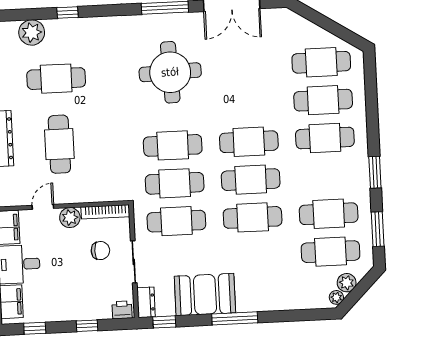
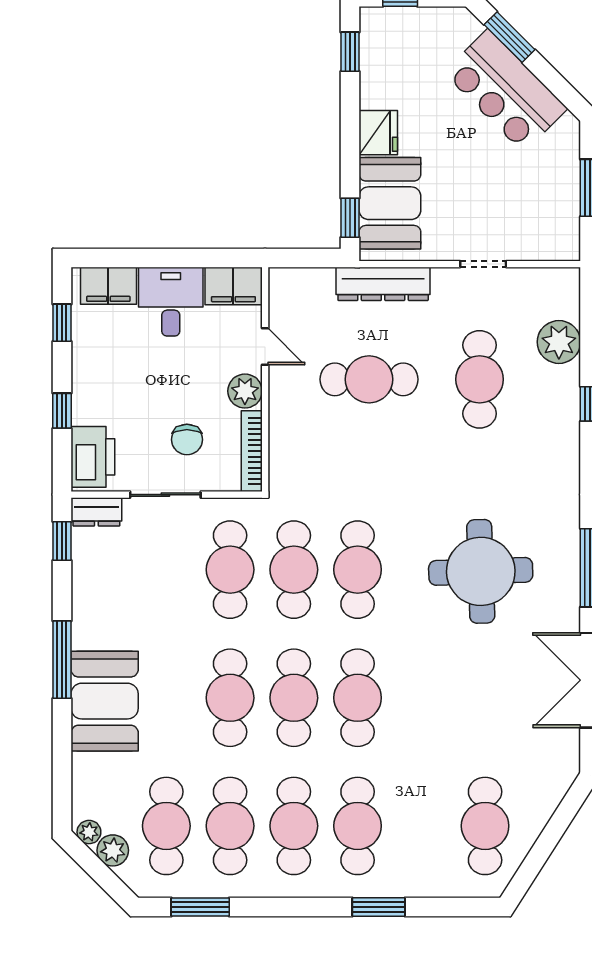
cafe table: (323, 100) -> (294, 826), moved
window: (375, 172) -> (379, 907), moved
booth: (205, 295) -> (105, 701), moved
printer: (122, 310) -> (93, 457), width x1.87, depth x1.48

